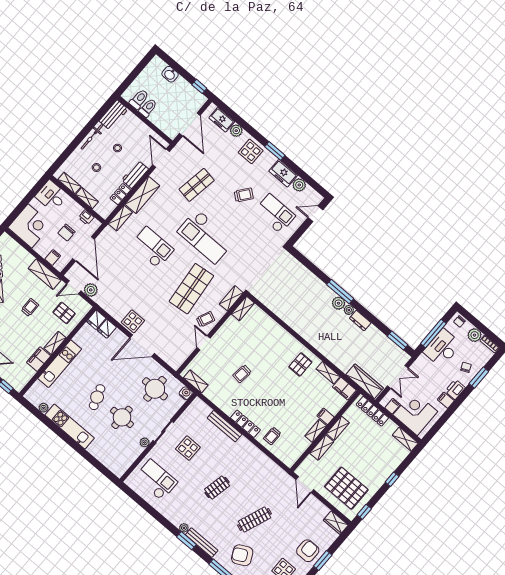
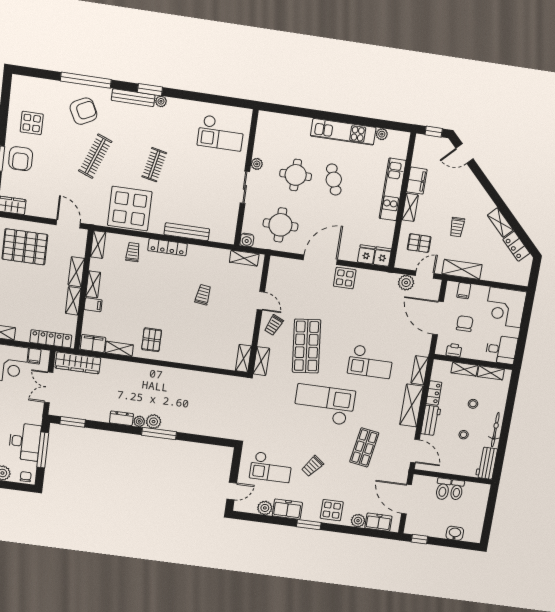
toilet: (139, 99) -> (443, 489), moved
display table: (188, 448) -> (130, 209), moved, width x1.86, depth x1.86
shelving: (293, 457) -> (98, 245), added

